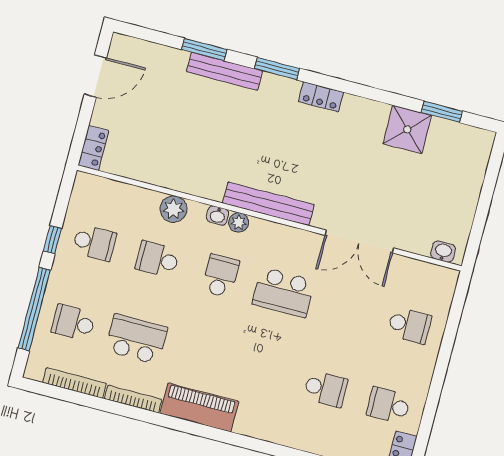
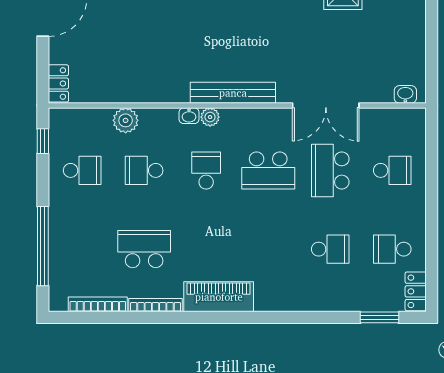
plant: (173, 209) -> (126, 120), moved
window: (52, 240) -> (43, 141), moved
school desk: (73, 323) -> (330, 170), moved, width x1.85

